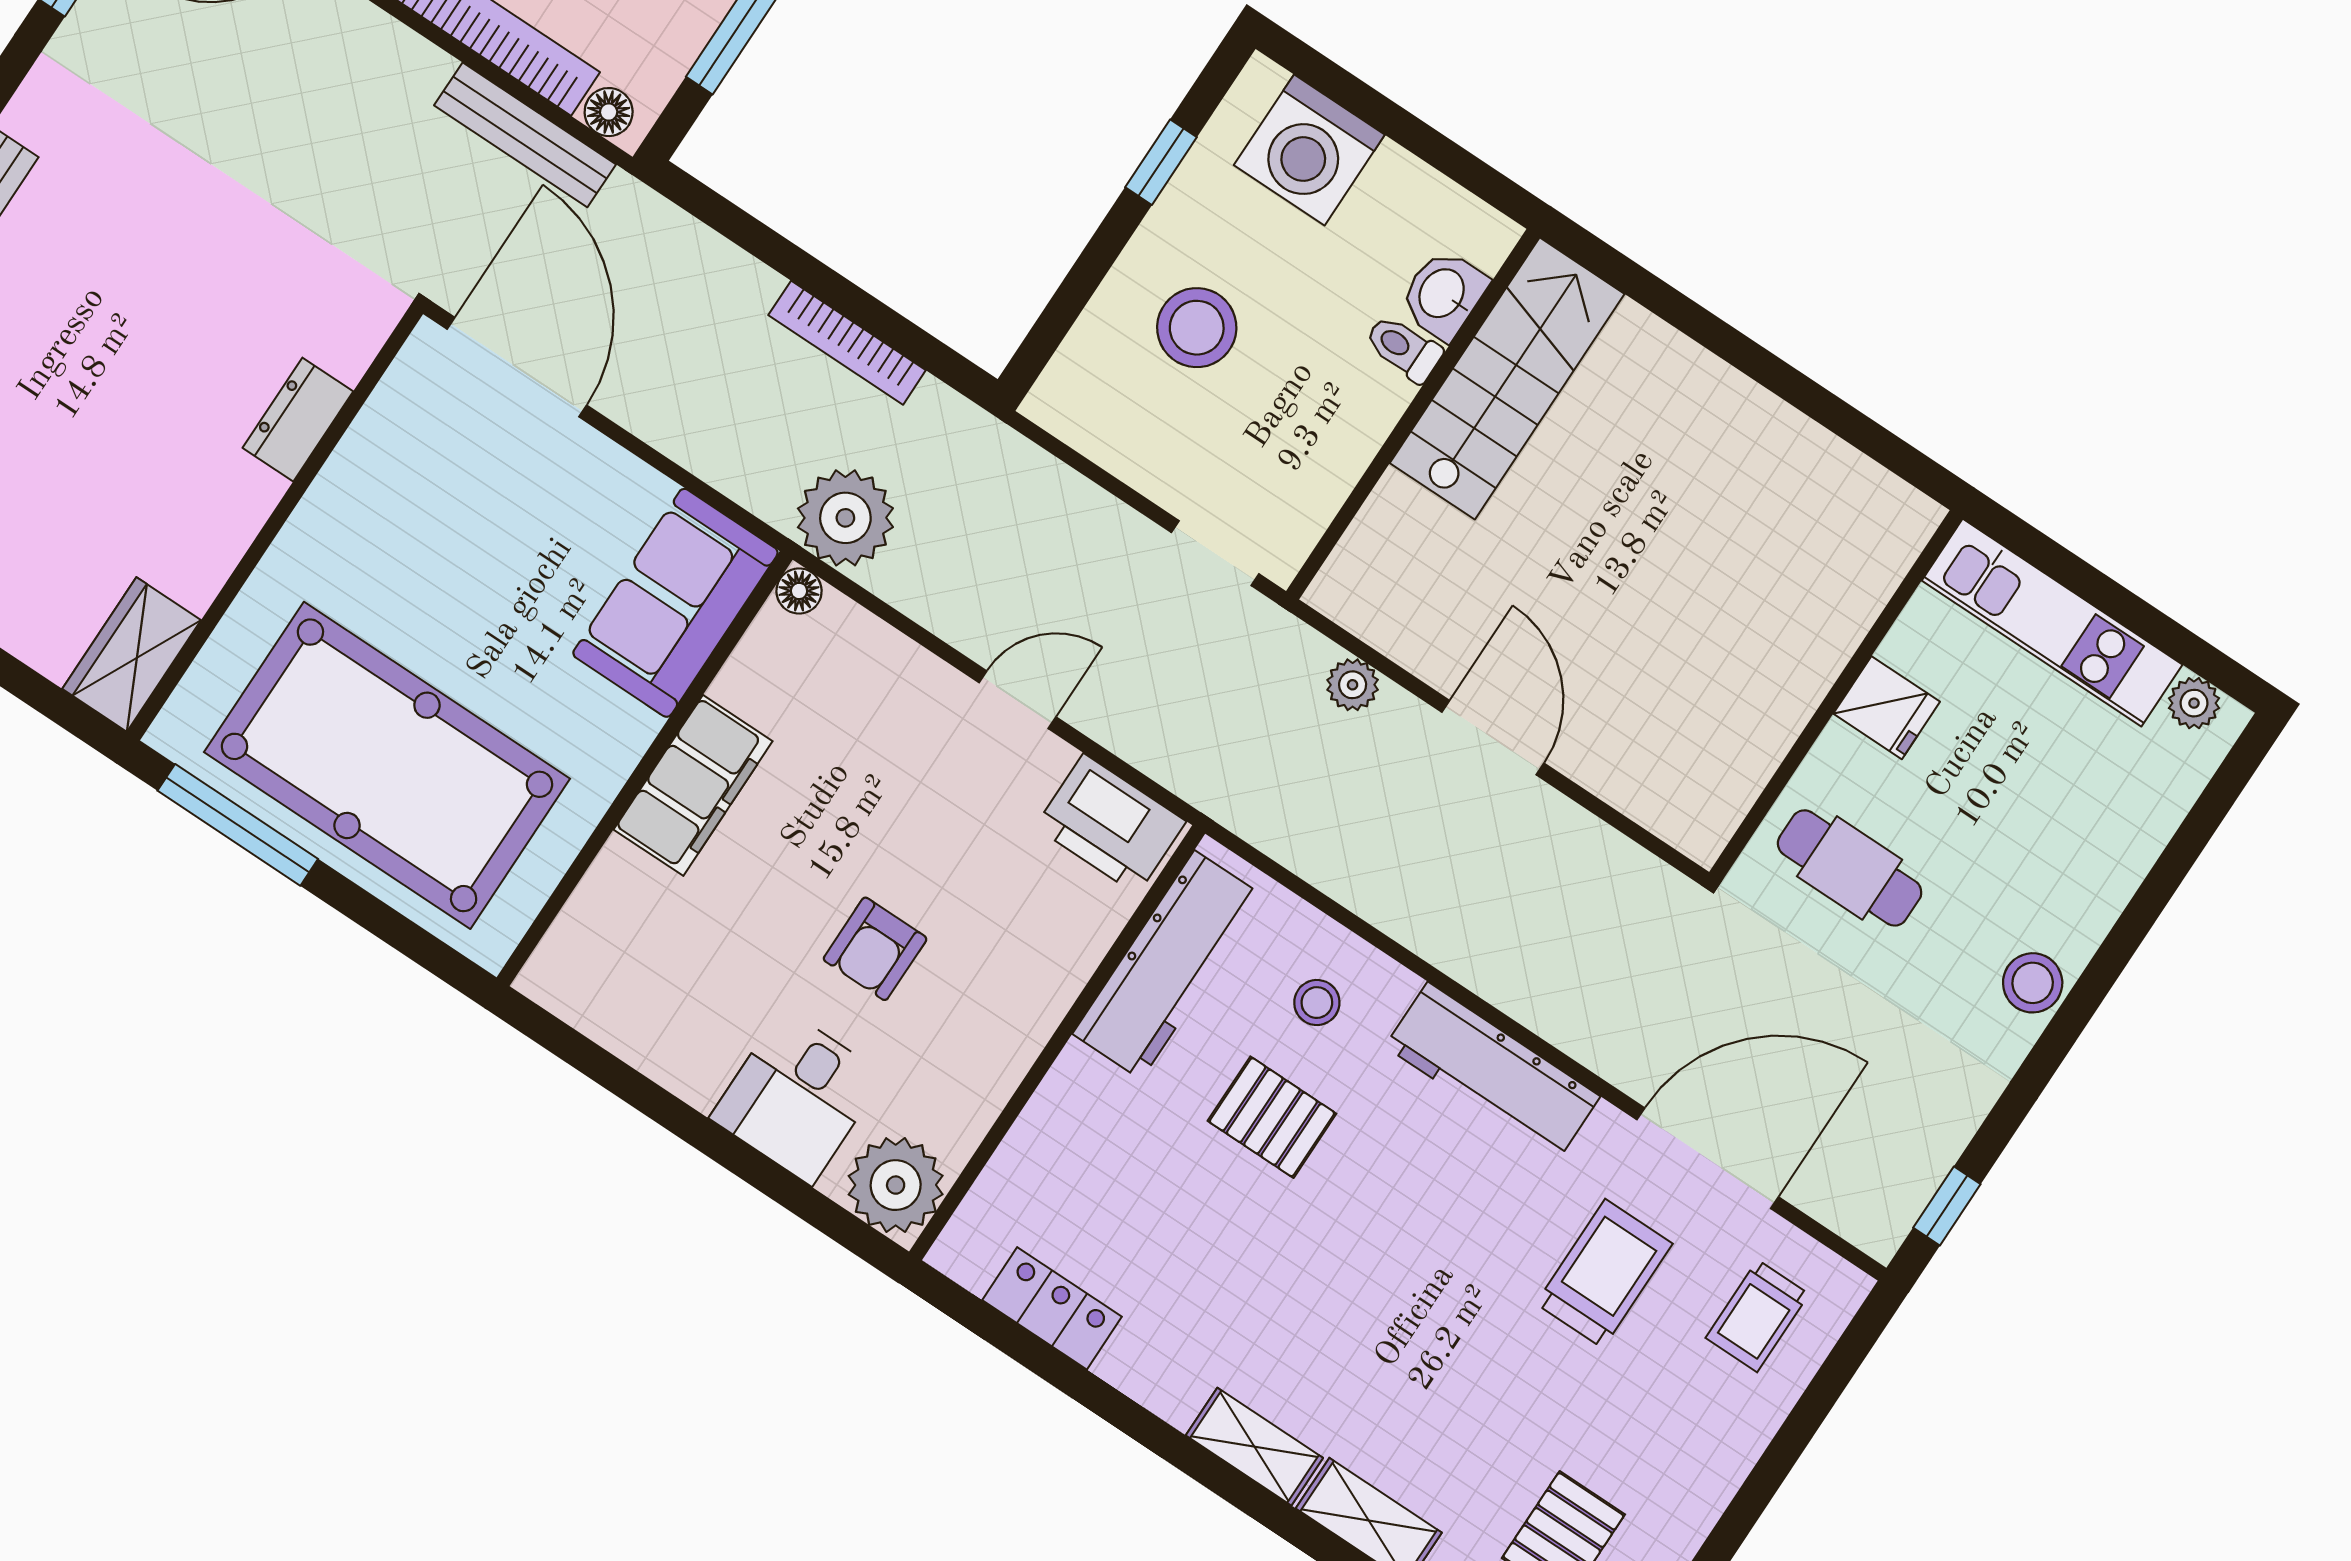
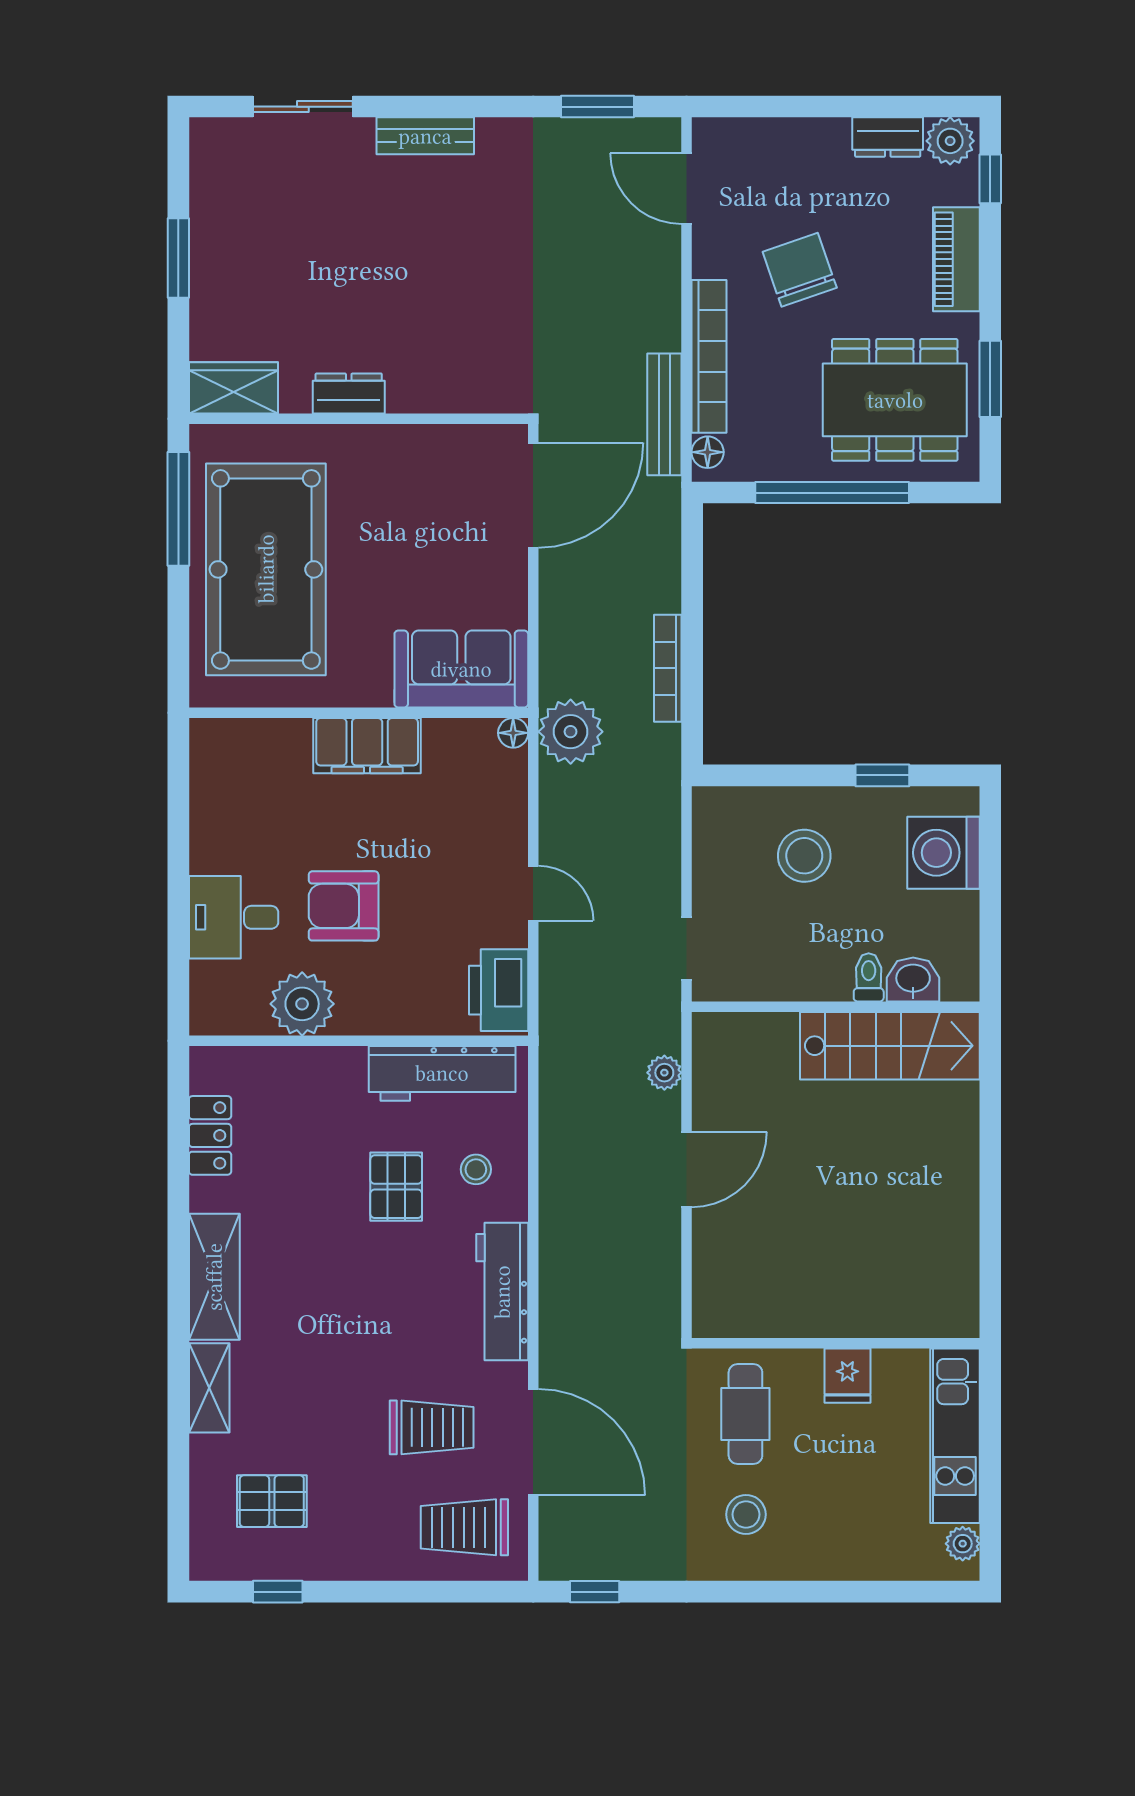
dresser: (298, 420) -> (349, 393), moved
armchair: (875, 949) -> (344, 906), width x1.38, depth x1.38
stool: (2033, 983) -> (746, 1514), moved
plant: (896, 1185) -> (302, 1004), moved
trolley: (1757, 1316) -> (464, 1527), width x1.36, depth x1.39
shelving: (1254, 1447) -> (214, 1277), width x1.50, depth x1.33

